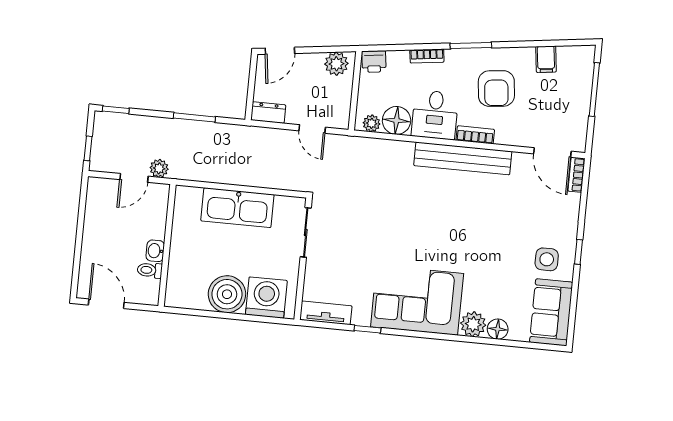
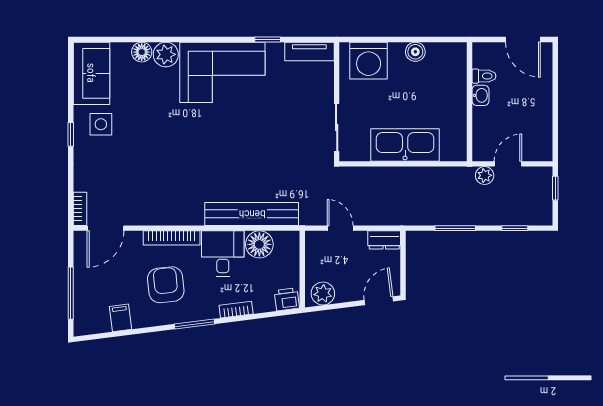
window: (116, 110) -> (515, 228), moved
plant: (372, 123) -> (283, 239), removed
bookcase: (475, 135) -> (172, 238), width x1.56
door: (552, 153) -> (105, 228), swing flipped
bench: (463, 158) -> (252, 214), moved
boiler: (227, 294) -> (415, 52), width x0.54, depth x0.54

